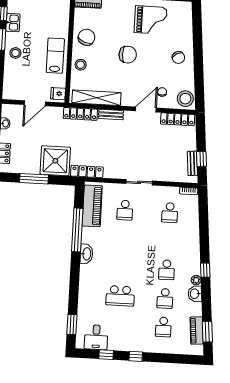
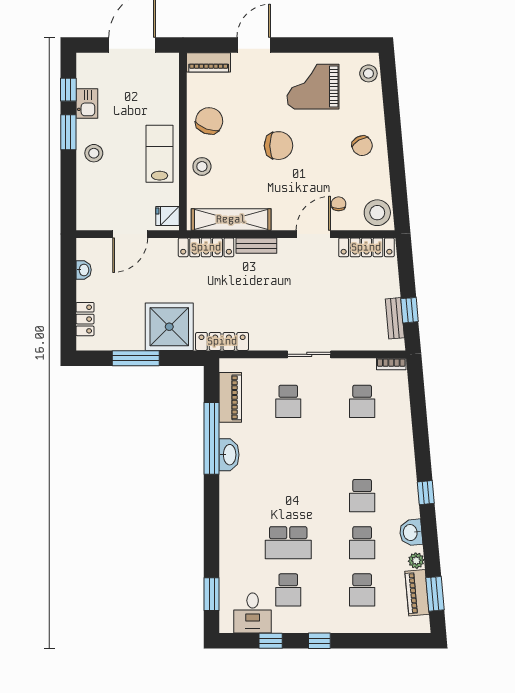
stool: (185, 14) -> (368, 73), added
grand piano: (151, 20) -> (313, 87), turned 180
piano: (92, 206) -> (230, 397), width x0.73, depth x0.75
washbasin: (86, 254) -> (229, 455), moved
plant: (196, 280) -> (416, 561), moved
school desk: (119, 324) -> (288, 590), added

